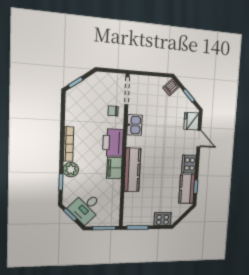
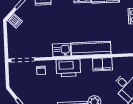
kitchen sink: (135, 125) -> (62, 50), moved
filing cabinet: (114, 168) -> (102, 64), moved

